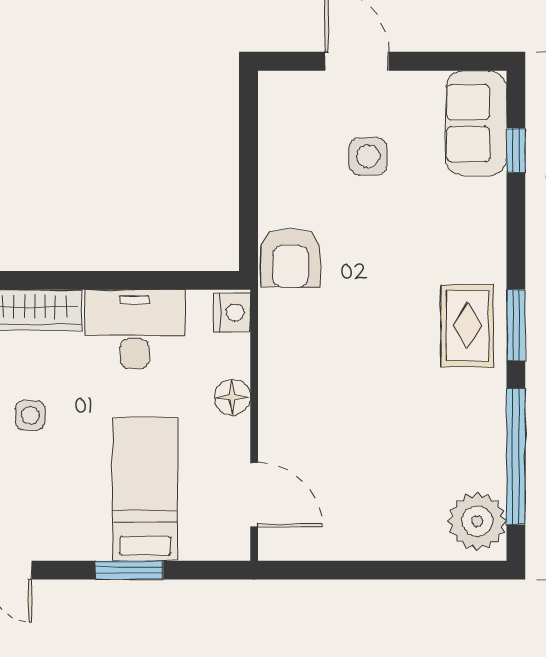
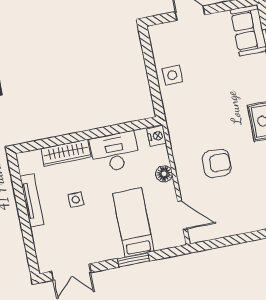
side table: (368, 156) -> (172, 75), moved
armchair: (291, 258) -> (217, 163), moved, turned -90

